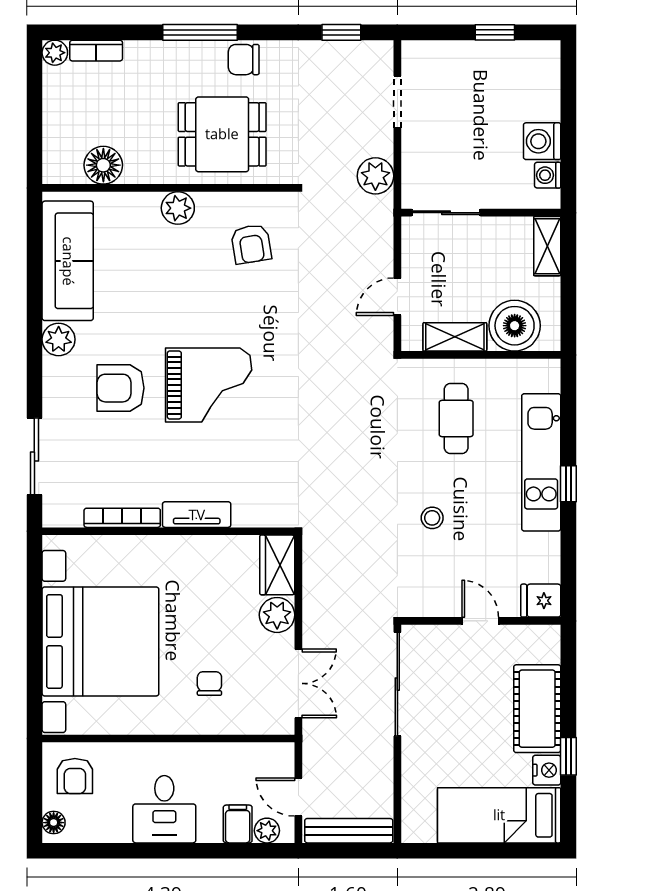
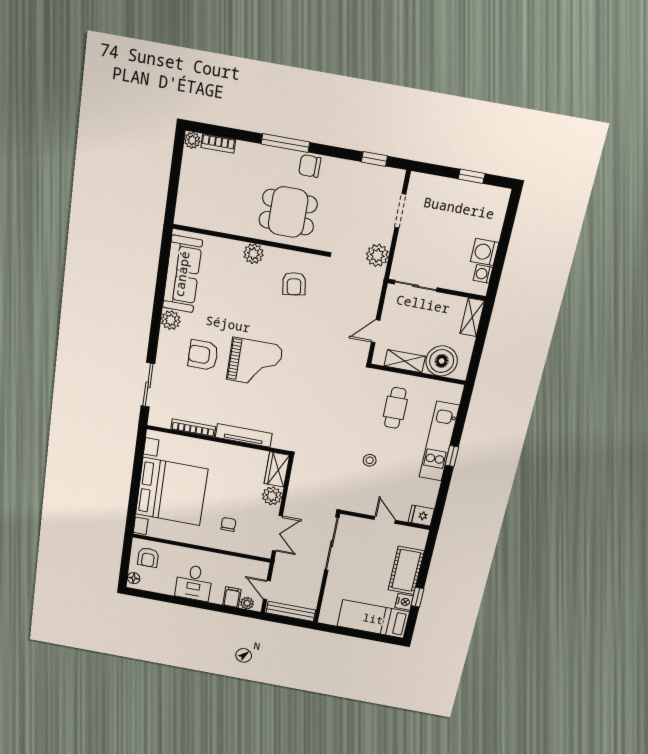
floor lamp: (103, 165) -> (212, 219), removed
tv unit: (197, 515) -> (244, 435), width x1.41

